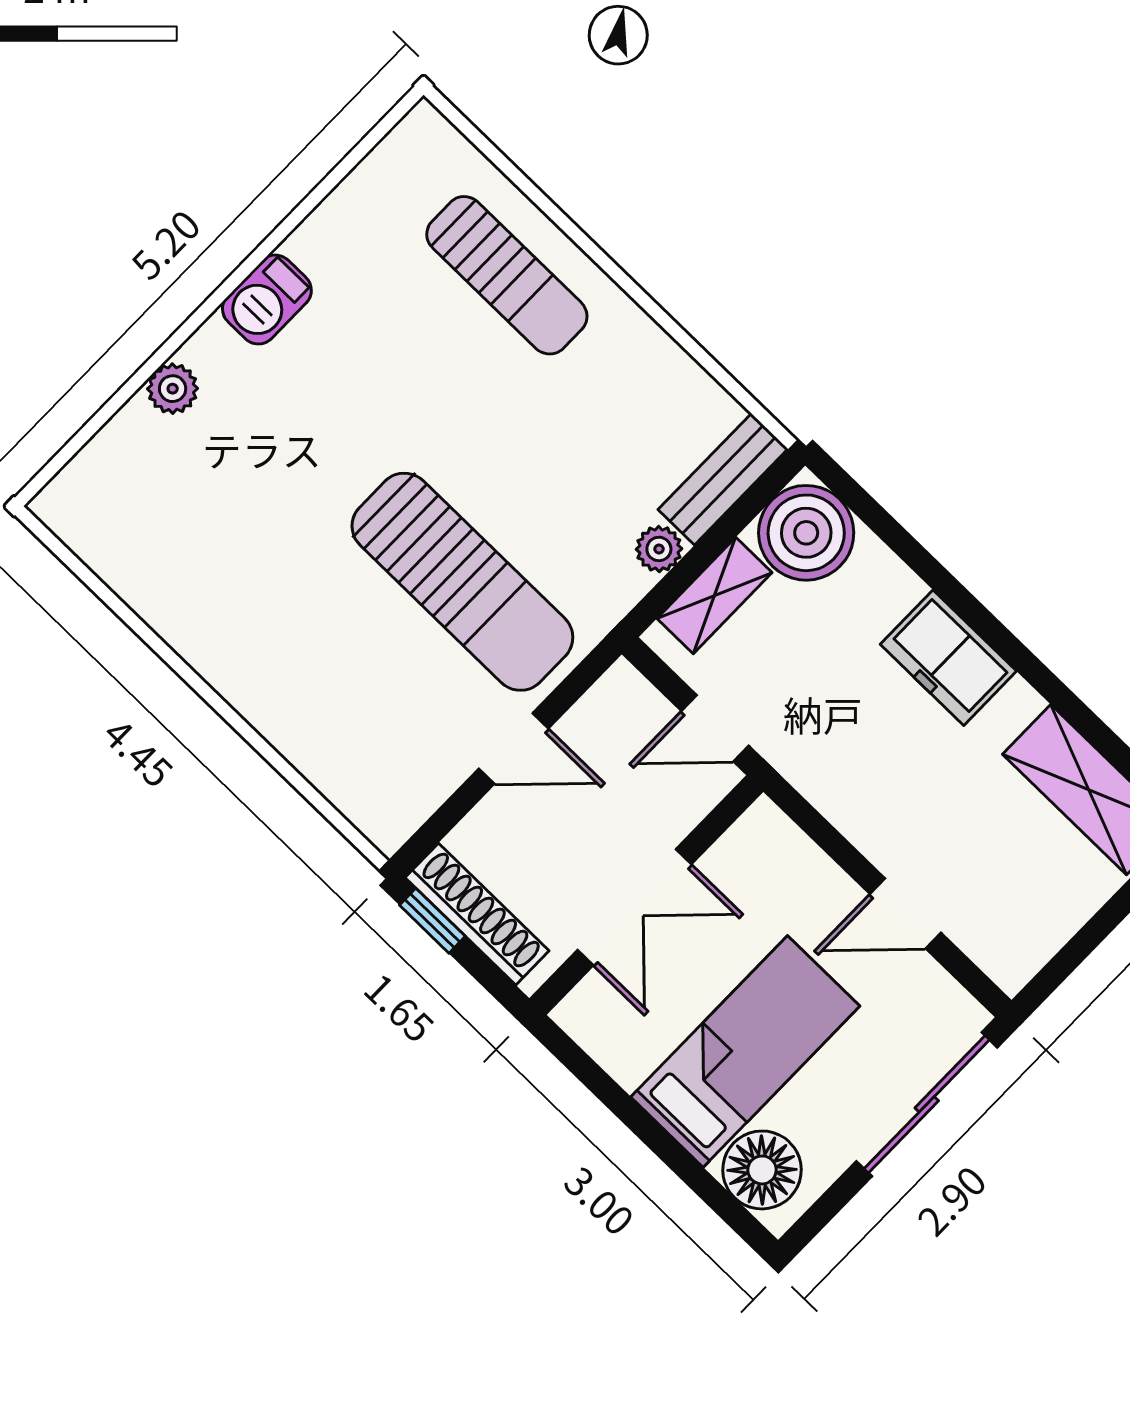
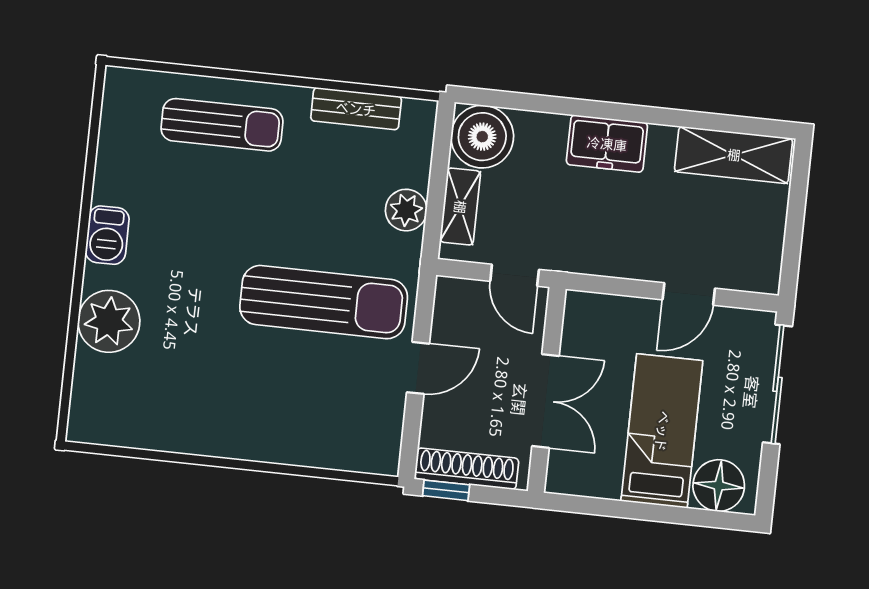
plant: (173, 389) -> (109, 321), width x1.87, depth x1.87
bench: (723, 479) -> (356, 109), moved, turned 90
plant: (659, 549) -> (406, 210), width x1.38, depth x1.38
door: (715, 728) -> (515, 275), hinge flipped

